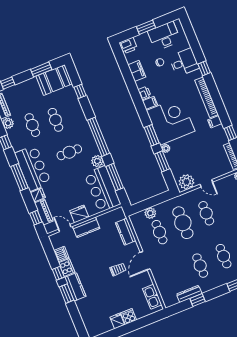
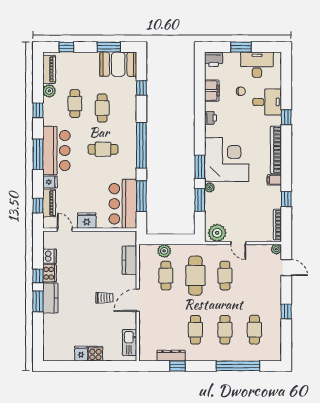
filing cabinet: (150, 103) -> (212, 131), removed
plant: (97, 161) -> (130, 171), removed
kitchen counter: (86, 227) -> (88, 238), removed

